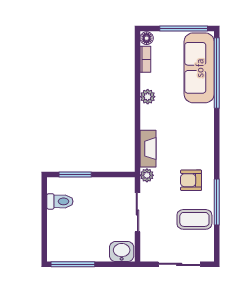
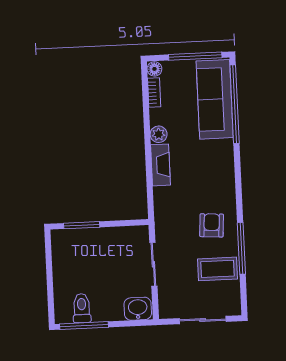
fireplace: (148, 149) -> (161, 165), moved
plant: (147, 175) -> (162, 222), removed
armchair: (191, 180) -> (212, 225), turned 94
toilet: (60, 201) -> (82, 308), moved, turned -90

